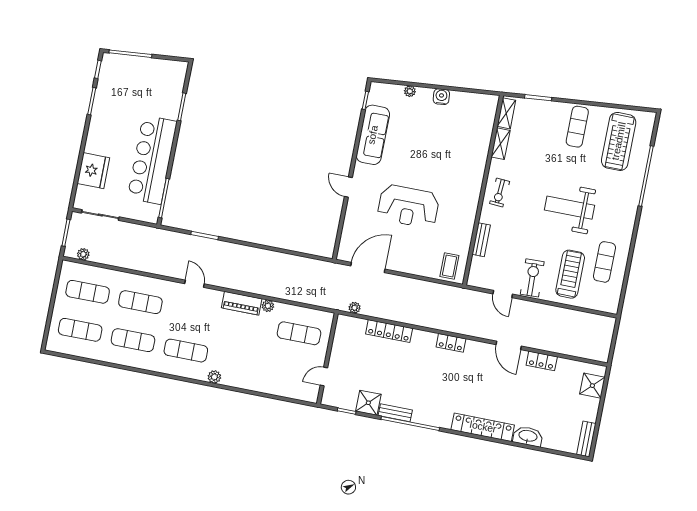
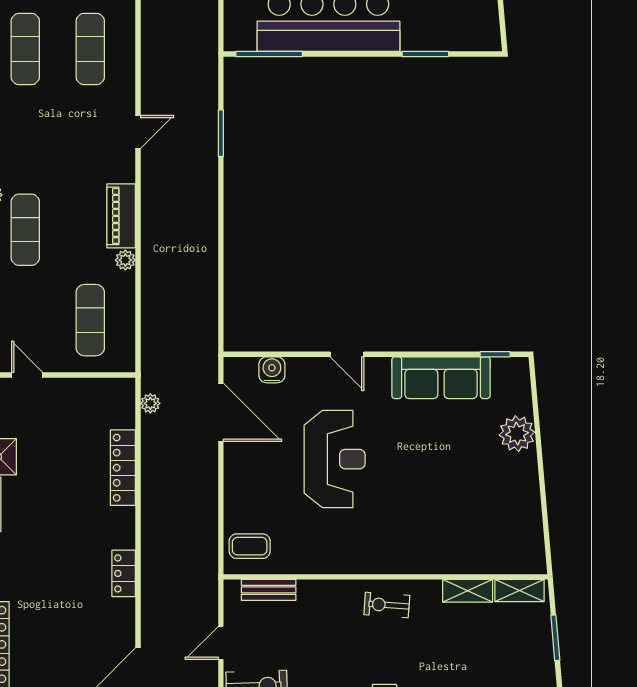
plant: (410, 91) -> (517, 434), width x1.88, depth x1.88
water cooler: (441, 97) -> (272, 370), moved, turned -85
door: (348, 187) -> (347, 354), swing flipped
reception desk: (408, 206) -> (335, 459), turned 180
bench: (481, 240) -> (269, 590), moved
exercise mat: (186, 351) -> (25, 230), moved

